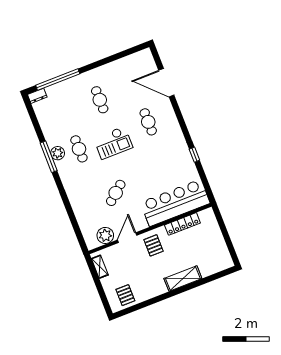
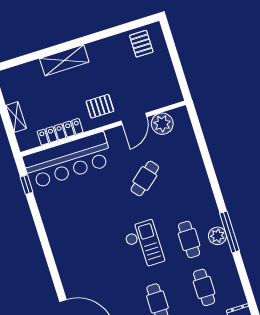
cafe table: (148, 122) -> (204, 287), moved
checkout: (113, 143) -> (144, 245), turned 90
window: (194, 155) -> (27, 185), moved
pallet: (154, 245) -> (100, 106), turned 90
shelving: (100, 267) -> (16, 117), moved

